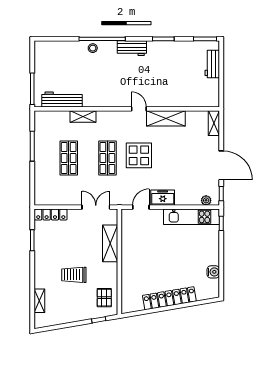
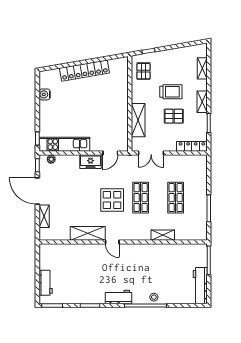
workbench: (62, 99) -> (200, 286), moved, turned 90
shelving: (214, 123) -> (44, 216), moved
pallet: (71, 248) -> (174, 116), added
shelving: (39, 264) -> (202, 102), added

